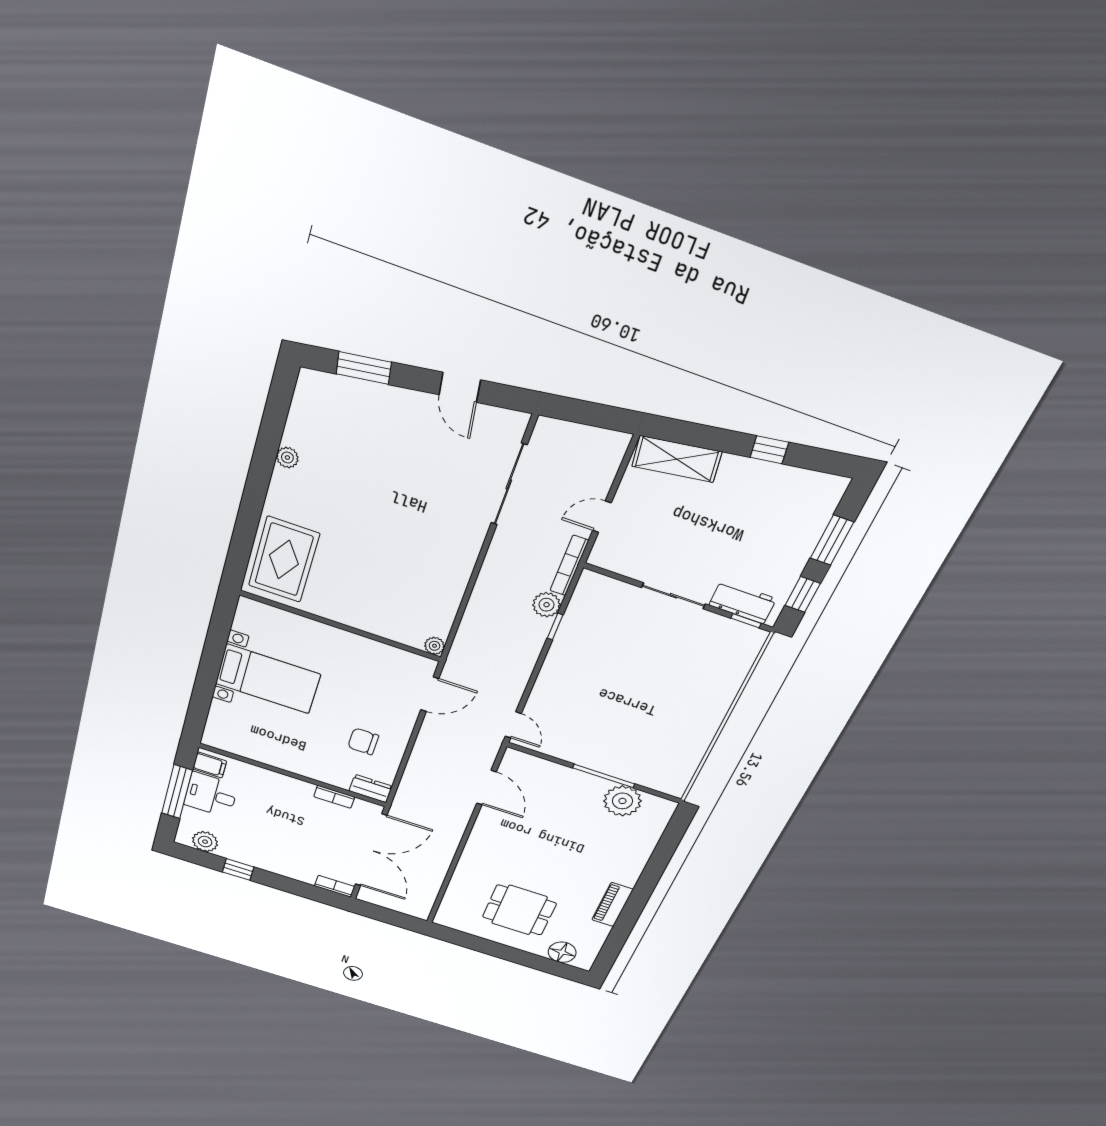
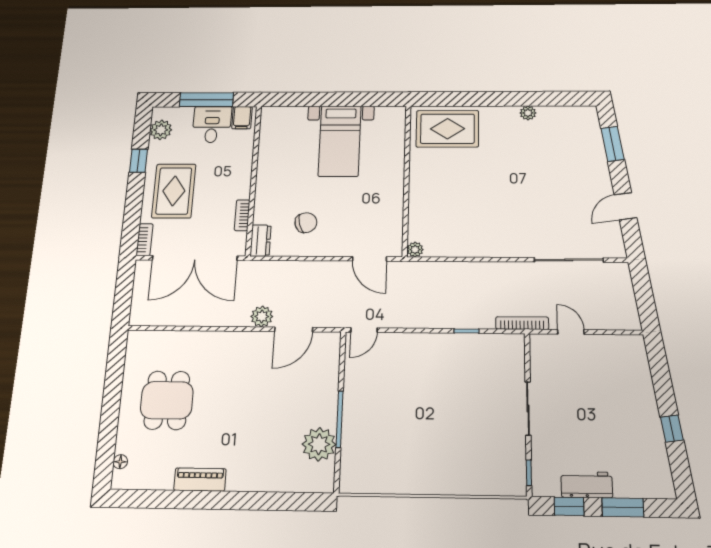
shelving: (677, 459) -> (637, 367), removed
workbench: (743, 602) -> (587, 485), moved, turned -90
plant: (547, 605) -> (262, 316), moved
chair: (363, 741) -> (306, 223), turned 74
rug: (285, 848) -> (174, 191), added
floor lamp: (562, 952) -> (120, 462), width x0.53, depth x0.53

